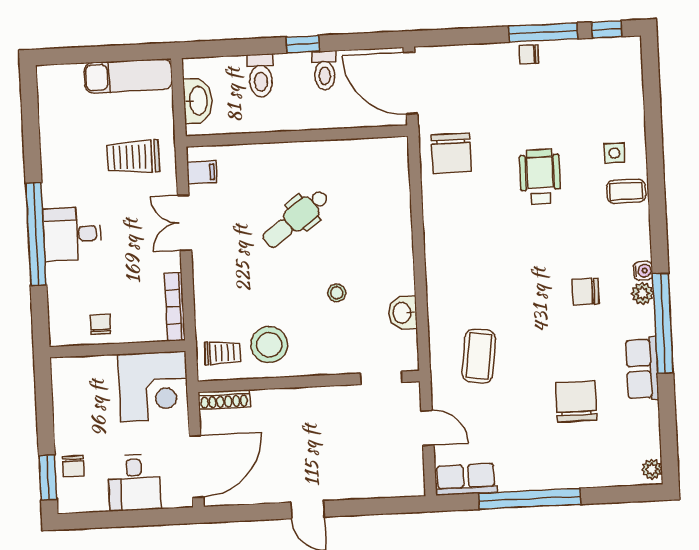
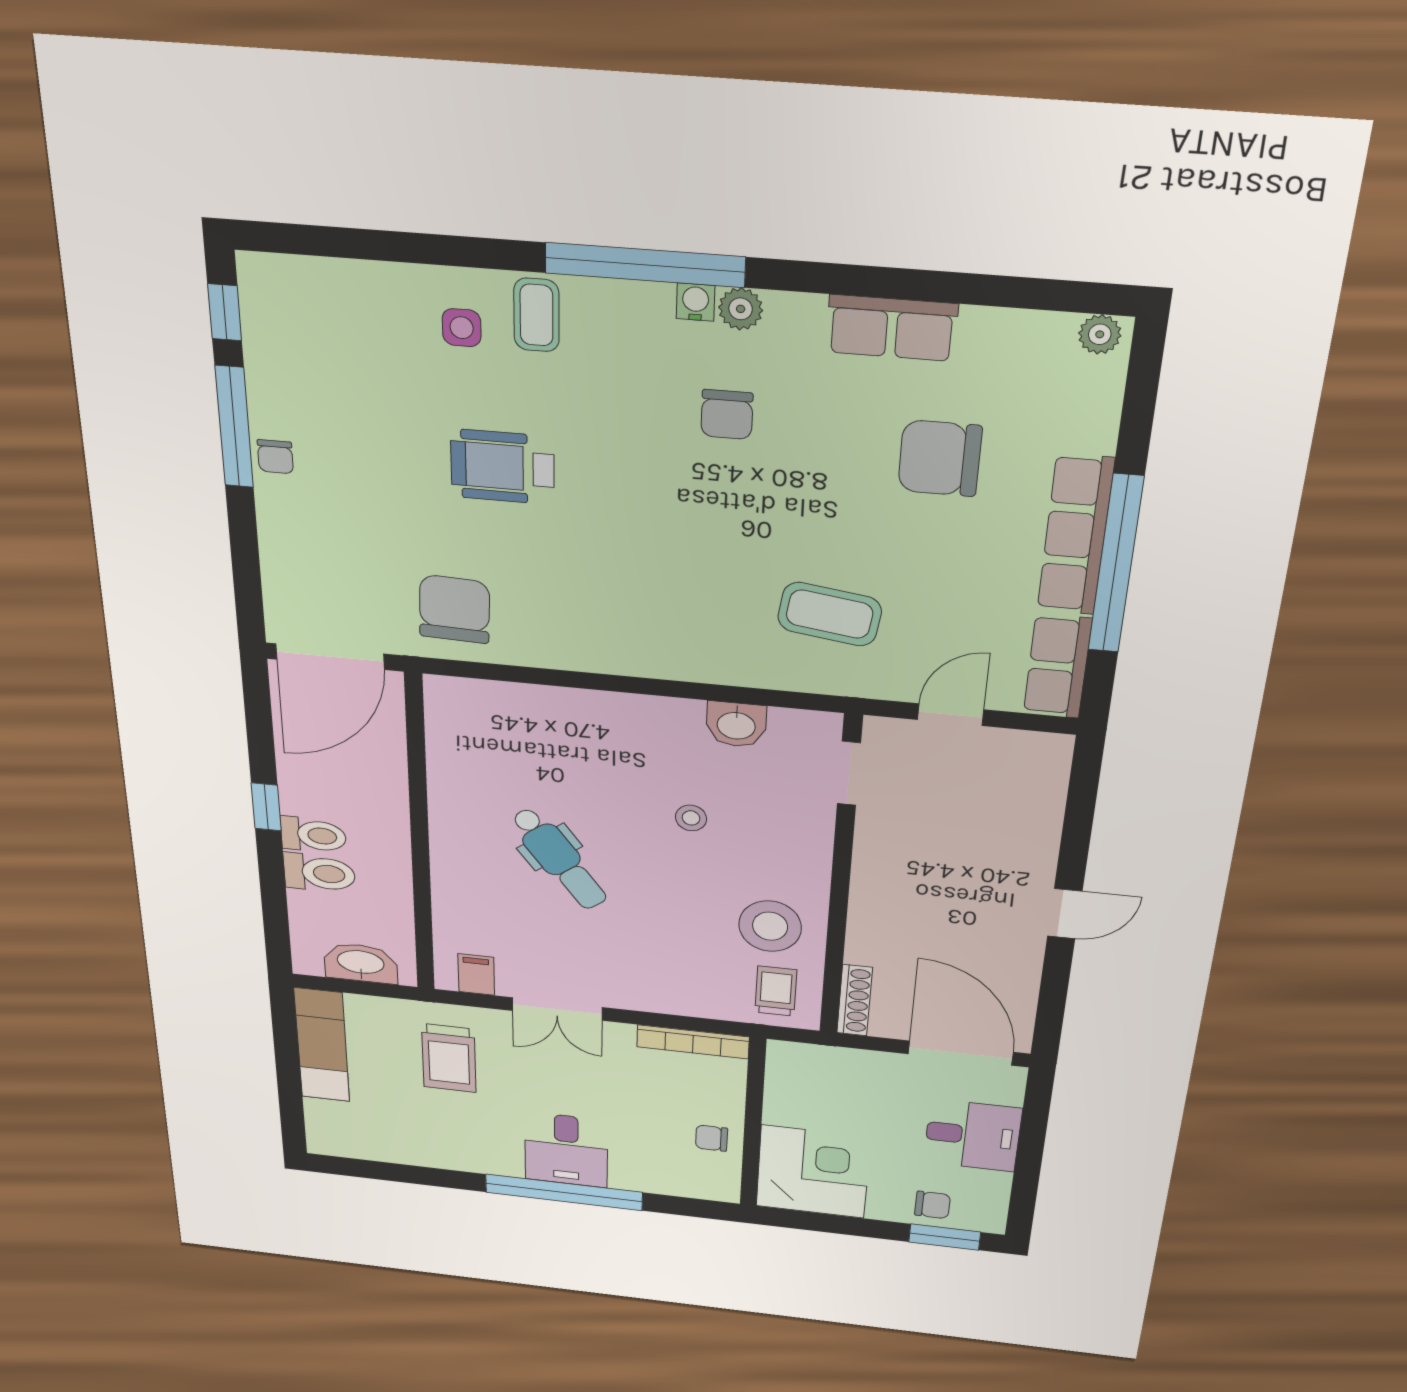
toilet: (324, 70) -> (313, 835), moved
chair: (451, 153) -> (454, 609), turned -88
window: (663, 323) -> (645, 265), moved
corner desk: (153, 386) -> (813, 1172), moved
row of seats: (543, 476) -> (1075, 535), added

